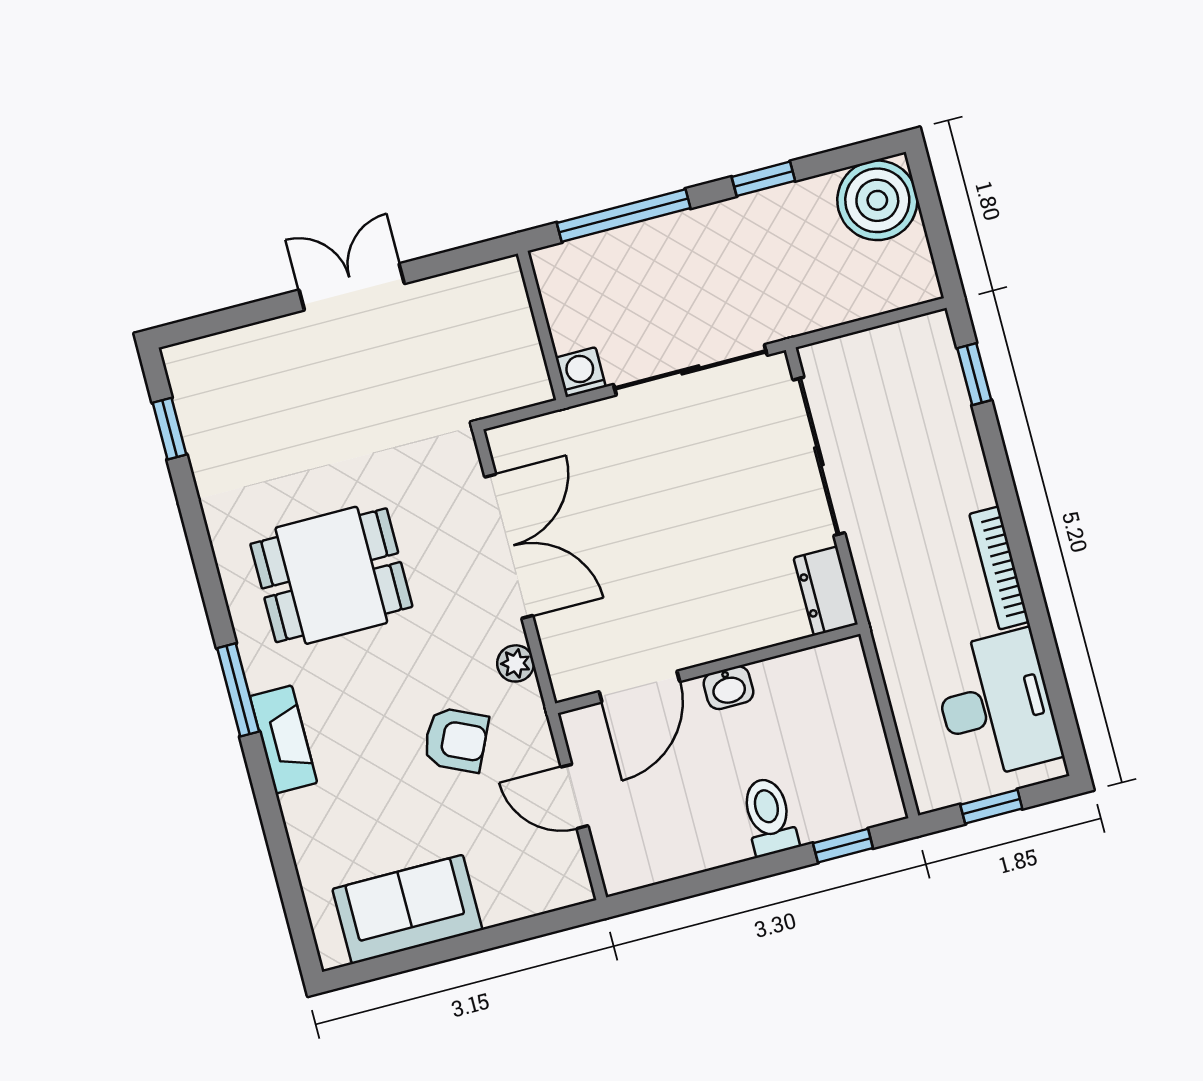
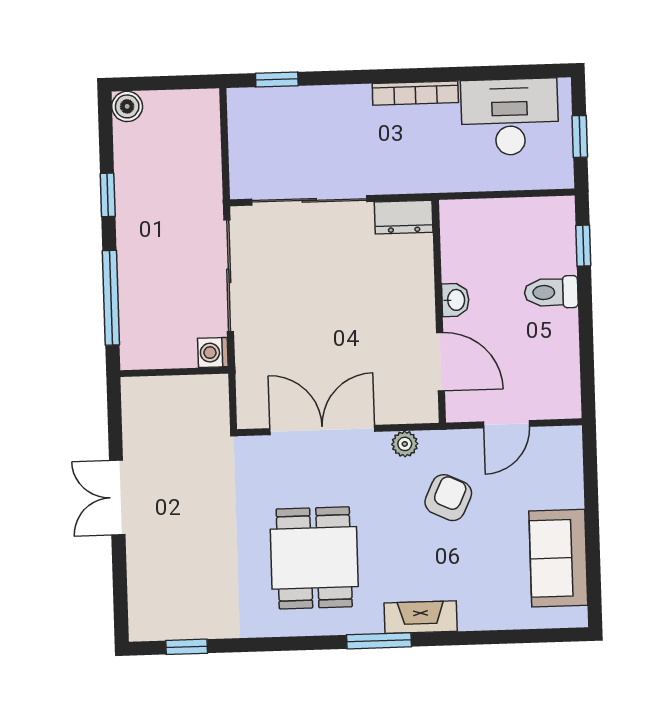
boiler: (877, 200) -> (127, 106), width x0.54, depth x0.54

